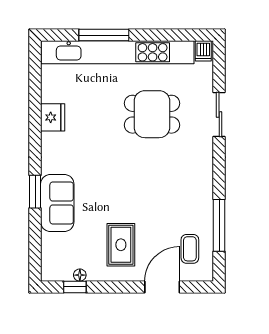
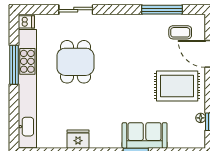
window: (104, 35) -> (14, 65), moved
rug: (121, 245) -> (177, 86), width x1.36, depth x1.43

